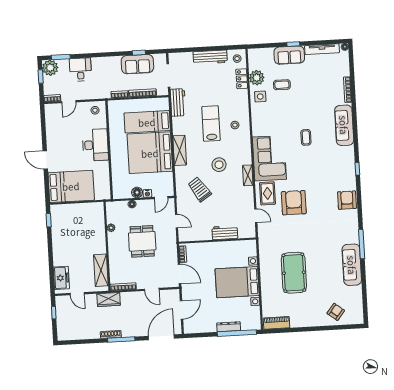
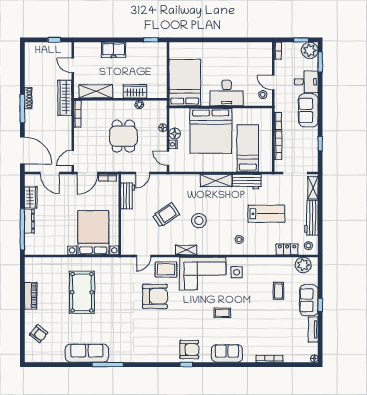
tv unit: (322, 49) -> (313, 329), width x0.71
shelving: (181, 57) -> (313, 188), added
sofa: (137, 64) -> (308, 110), moved
plant: (257, 78) -> (303, 265), moved
side table: (260, 97) -> (237, 272), moved
door: (69, 102) -> (273, 83), moved
workbench: (178, 102) -> (247, 182), moved
lab bench: (211, 124) -> (266, 214), moved
sofa: (344, 125) -> (227, 353), width x0.73
bed: (150, 153) -> (211, 131), moved, turned 180
door: (45, 160) -> (214, 40), removed
bed: (71, 186) -> (185, 83), moved, turned 180
trolley: (200, 189) -> (166, 215), moved
armchair: (347, 200) -> (189, 350), moved
wardrobe: (99, 233) -> (135, 91), added
workbench: (225, 233) -> (128, 196), moved
dining table: (142, 241) -> (123, 136), turned 90
pool table: (294, 273) -> (82, 292), turned 90
freezer: (61, 278) -> (114, 50), moved
bed with nightstands: (237, 282) -> (93, 233), moved
door: (152, 289) -> (73, 158), moved
door: (77, 294) -> (73, 65), hinge flipped
wardrobe: (109, 300) -> (65, 98), width x1.50
piano: (277, 323) -> (31, 296), moved
wardrobe: (206, 327) -> (31, 197), added

